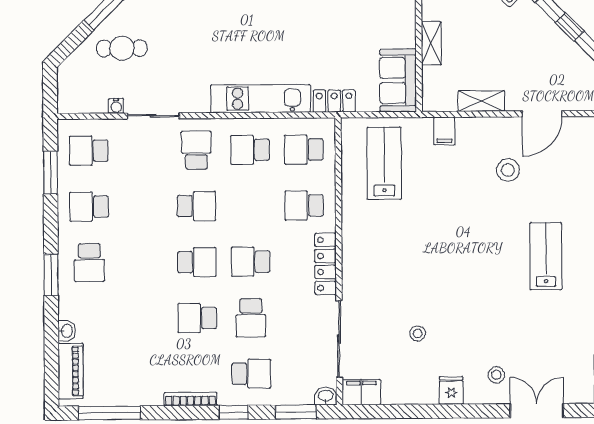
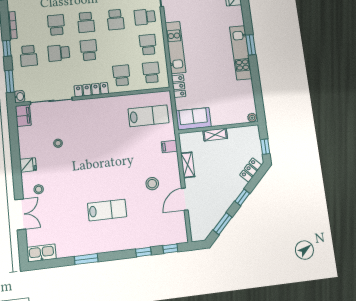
door: (542, 114) -> (185, 199), hinge flipped
school desk: (196, 150) -> (145, 17), turned 180

